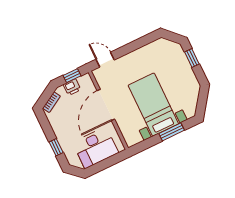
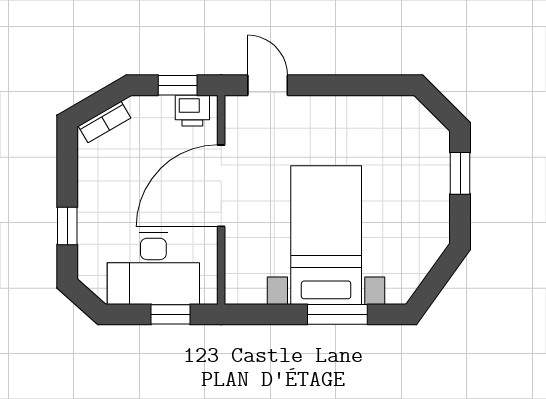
printer: (72, 87) -> (192, 111), moved
window: (110, 161) -> (171, 314), added

